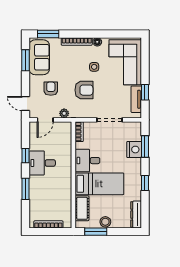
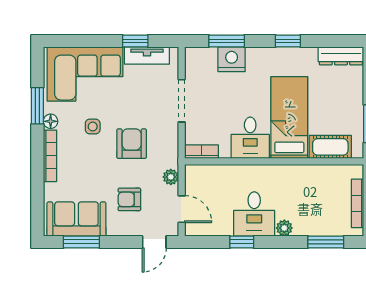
window: (48, 34) -> (37, 106), moved
plant: (34, 181) -> (284, 228), added
window: (25, 189) -> (326, 242), moved
stool: (105, 222) -> (353, 108), removed

